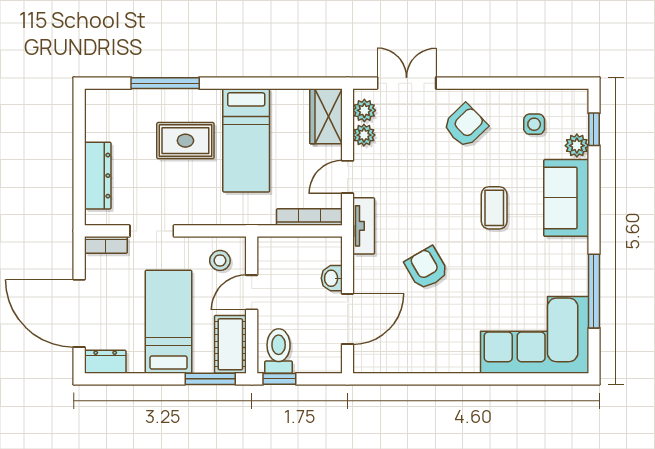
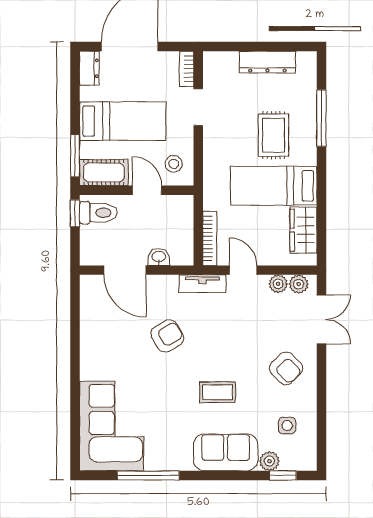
wardrobe: (326, 116) -> (303, 230), moved, turned -90
dresser: (98, 176) -> (267, 62), moved

